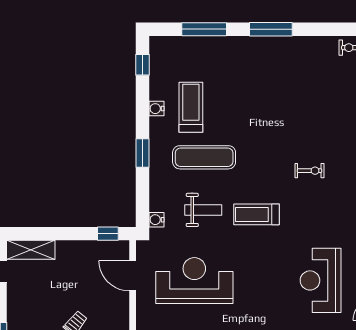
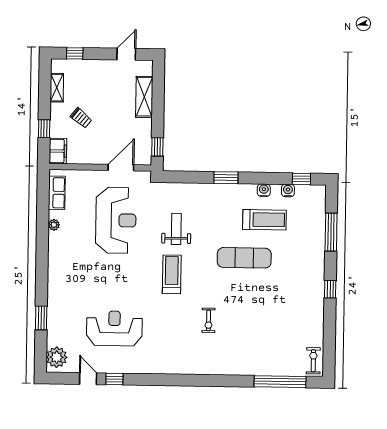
window: (271, 29) -> (330, 289), width x0.46
exercise mat: (204, 157) -> (244, 258), moved, turned 90
weight bench: (203, 210) -> (176, 229), turned 180
water cooler: (156, 220) -> (288, 191), moved
shelving: (31, 250) -> (144, 97), moved

